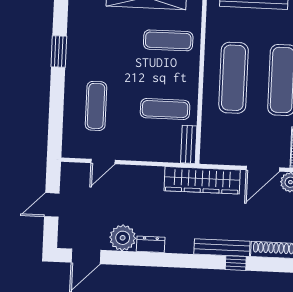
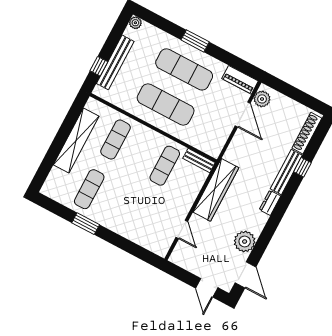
exercise mat: (96, 106) -> (89, 189), moved, turned 90
wardrobe: (202, 180) -> (216, 190), moved
door: (52, 205) -> (207, 288), moved
dresser: (151, 244) -> (270, 203), moved

